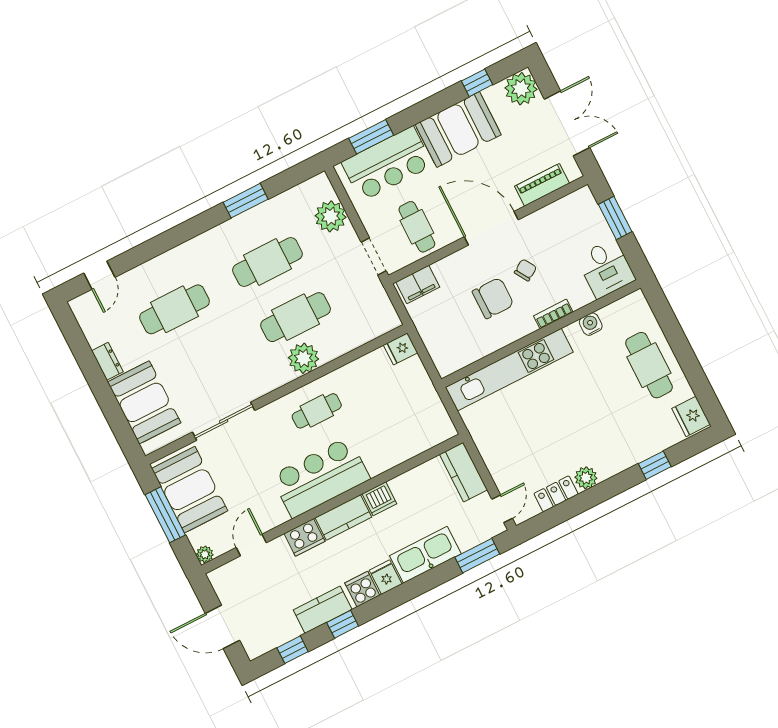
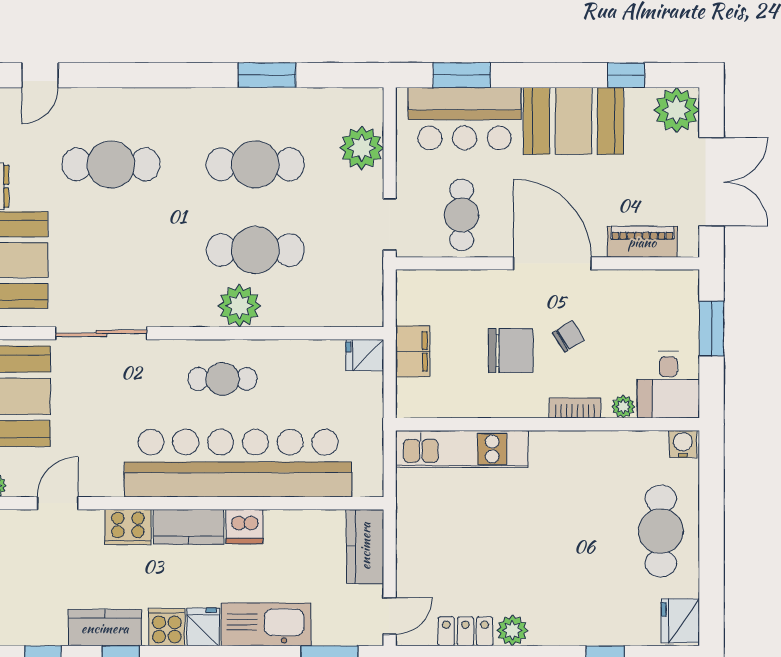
filing cabinet: (418, 285) -> (413, 351), moved, turned -90
plant: (584, 297) -> (623, 407), added
water cooler: (591, 324) -> (683, 444), moved
kitchen unit: (509, 370) -> (462, 449), width x0.73
bar counter: (321, 477) -> (238, 463), width x1.86

